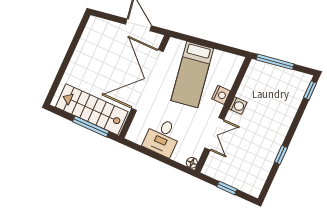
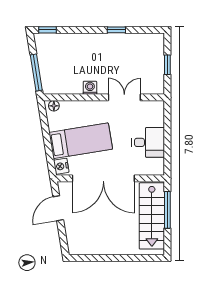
nightstand: (221, 95) -> (61, 166), moved, turned -99
floor lamp: (192, 163) -> (54, 106), moved

